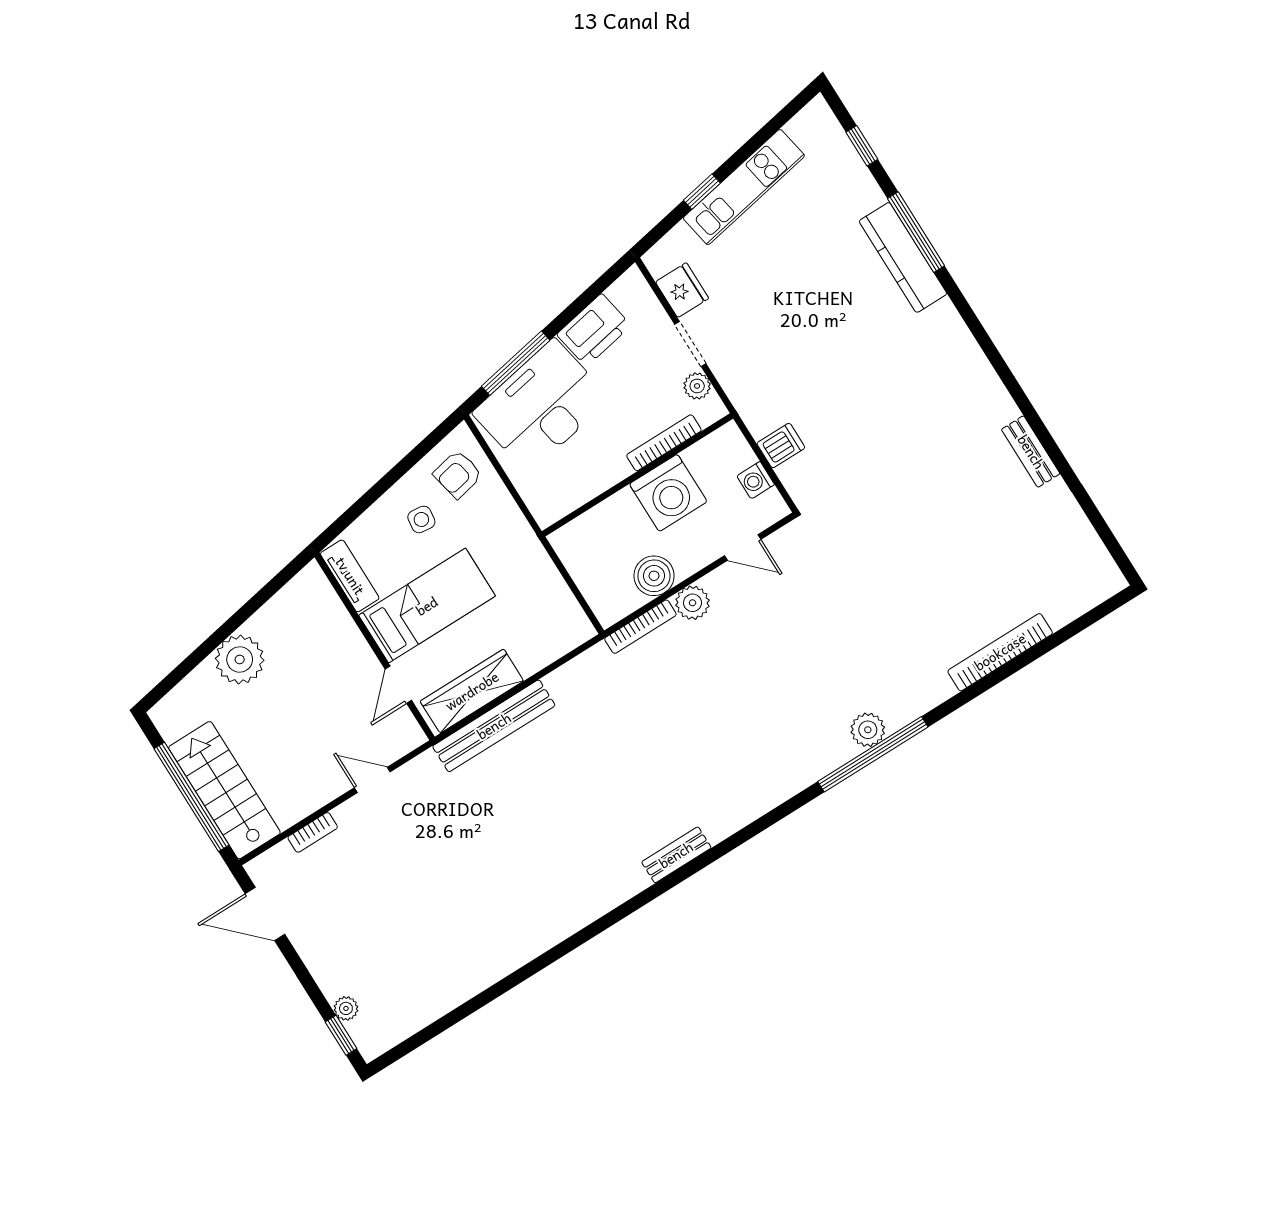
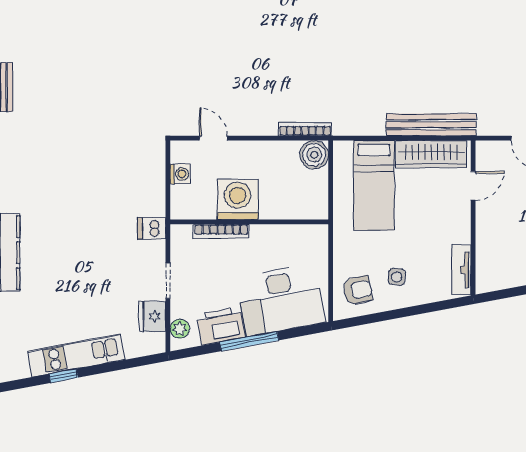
window: (702, 192) -> (63, 376), moved
window: (516, 363) -> (249, 341), moved
plant: (697, 386) -> (180, 329), moved
dishwasher: (781, 446) -> (152, 228), moved
boiler: (654, 576) -> (314, 155), moved
plant: (693, 603) -> (265, 124), removed
bed: (427, 606) -> (374, 185), moved, turned -90

